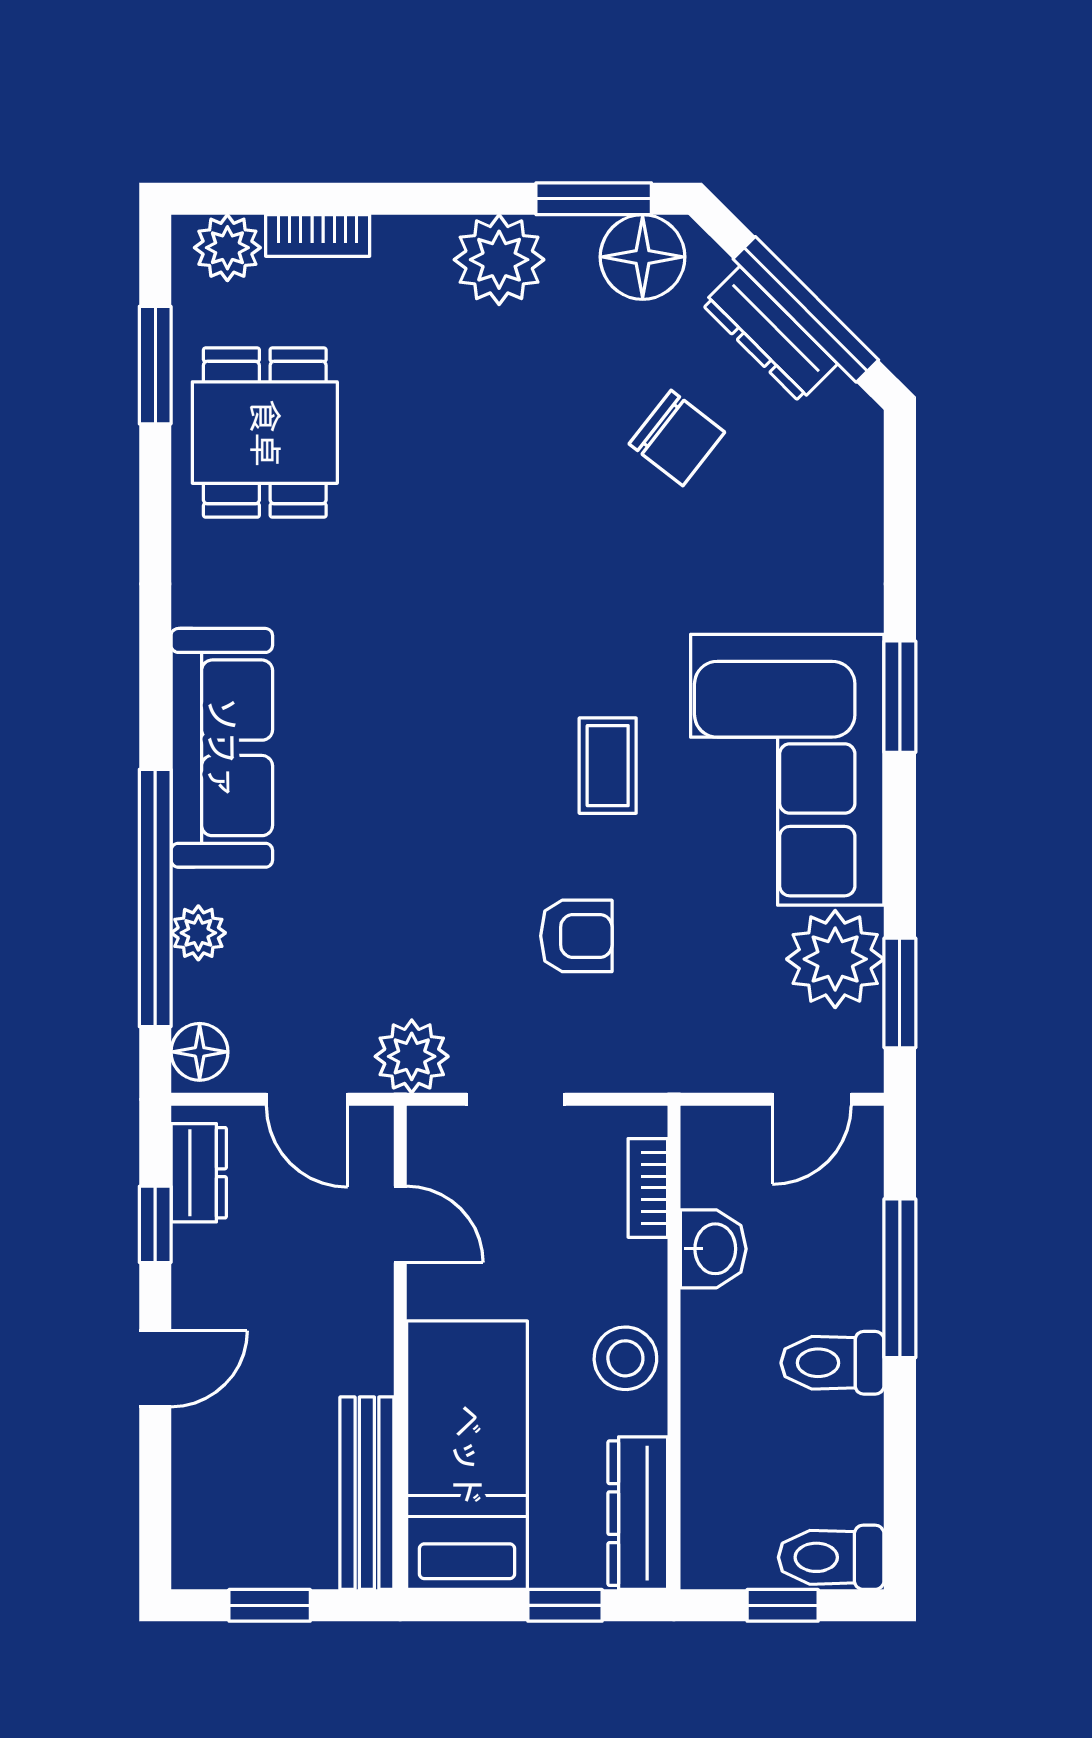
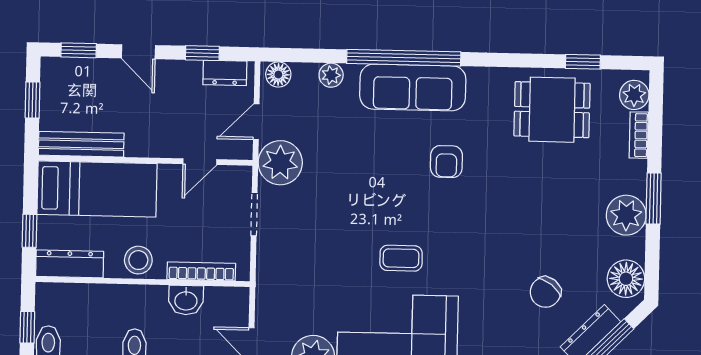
window: (594, 199) -> (654, 199), moved
window: (155, 365) -> (583, 62), width x0.67
window: (155, 898) -> (404, 58), moved
armchair: (576, 936) -> (446, 162), moved
plant: (412, 1056) -> (280, 163), width x1.36, depth x1.36
bookcase: (648, 1188) -> (201, 271), width x1.56
window: (155, 1504) -> (79, 50), added

